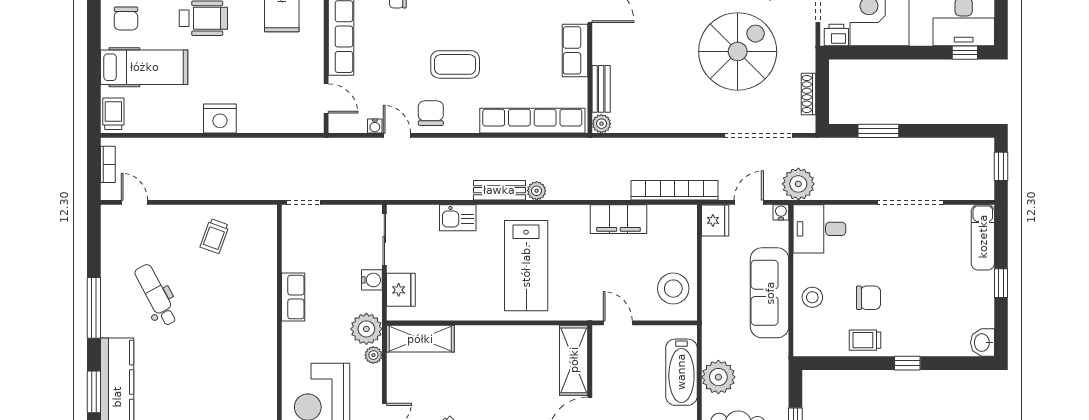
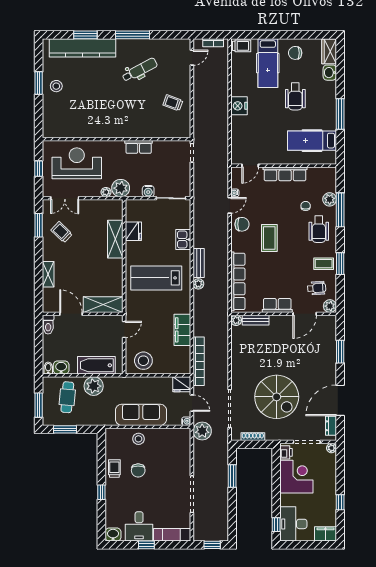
desk: (819, 229) -> (139, 526), moved, turned 180
fridge: (401, 290) -> (133, 231), moved, turned -90
shelving: (420, 339) -> (115, 239), moved

